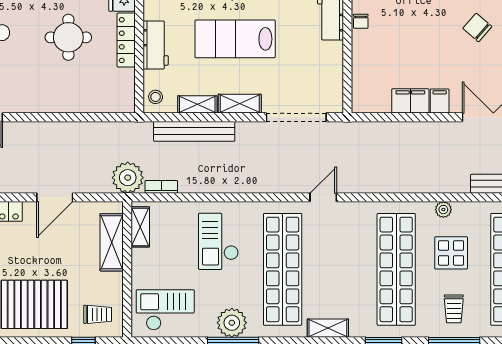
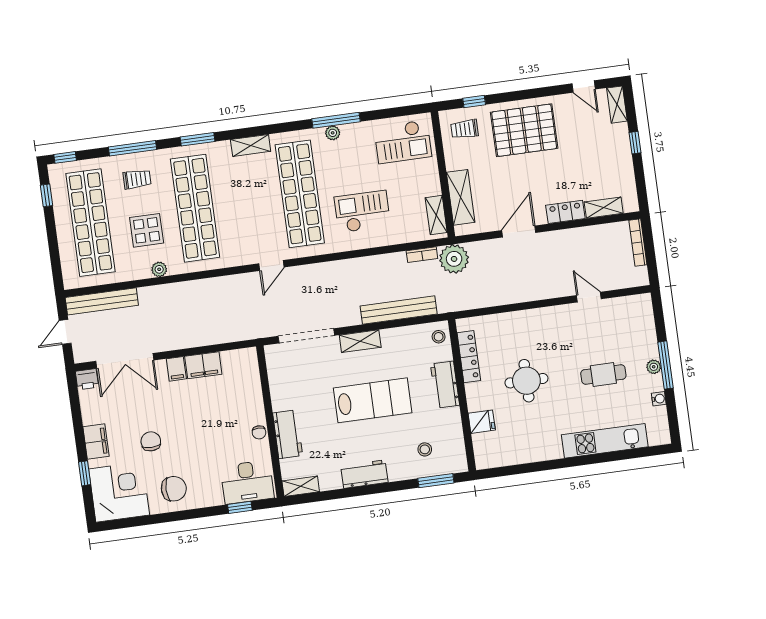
chair: (361, 21) -> (259, 432), turned 180
chair: (477, 27) -> (151, 441), turned -131
locker: (126, 40) -> (469, 357), moved
shelving: (197, 104) -> (399, 335), removed
checkout: (218, 241) -> (362, 212), turned -90
trolley: (454, 309) -> (137, 179), turned 90
plant: (232, 323) -> (333, 133), width x0.53, depth x0.53

